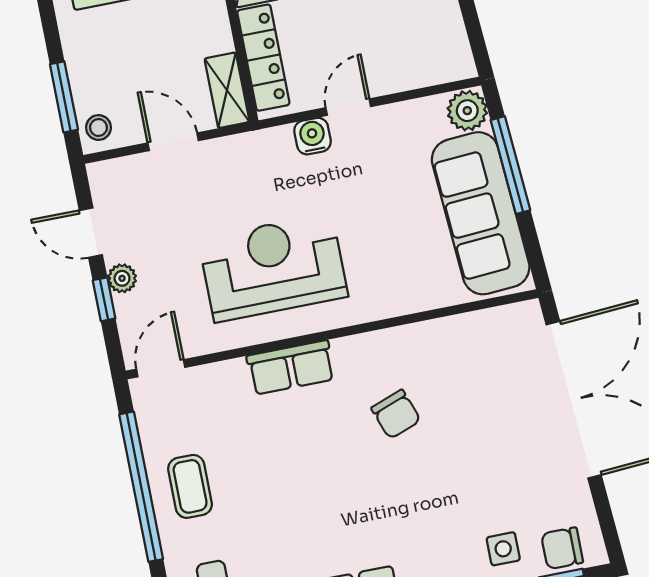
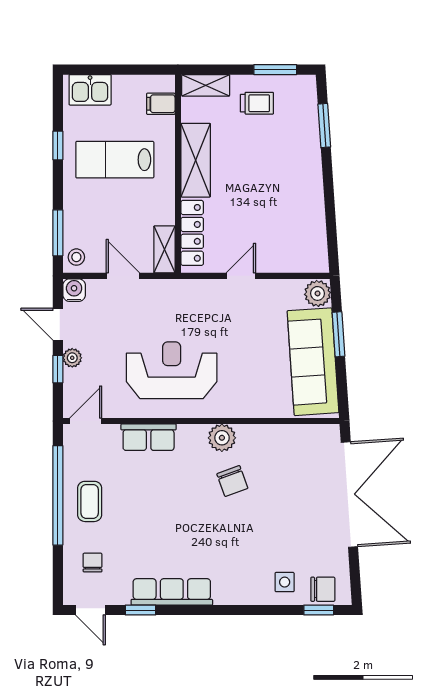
water cooler: (313, 136) -> (74, 290), moved
window: (510, 165) -> (338, 334), width x0.69
plant: (368, 353) -> (222, 438), added
row of seats: (291, 367) -> (149, 437), moved
chair: (562, 548) -> (323, 589), turned 180

